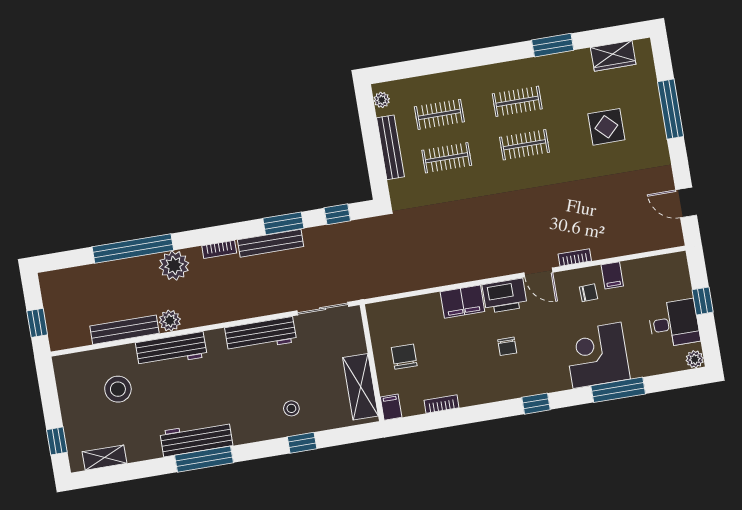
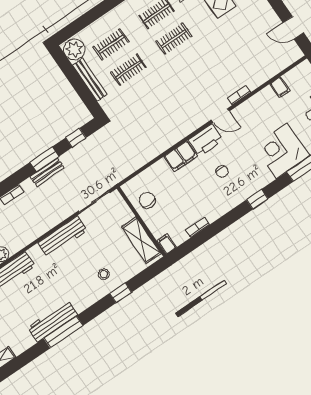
plant: (382, 100) -> (74, 49), width x1.88, depth x1.88
bench: (271, 243) -> (47, 172), width x0.73
filing cabinet: (612, 275) -> (280, 87), moved
chair: (588, 293) -> (258, 114), removed
chair: (404, 357) -> (147, 200), moved

